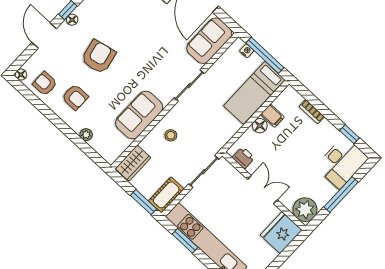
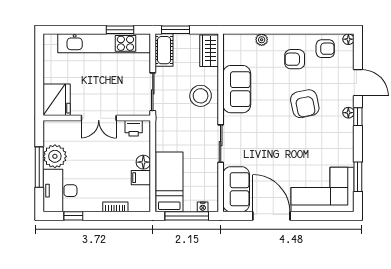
stool: (171, 135) -> (201, 96), width x1.89, depth x1.89
plant: (305, 210) -> (55, 156), moved

